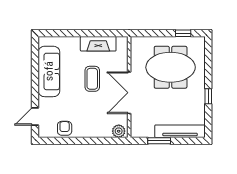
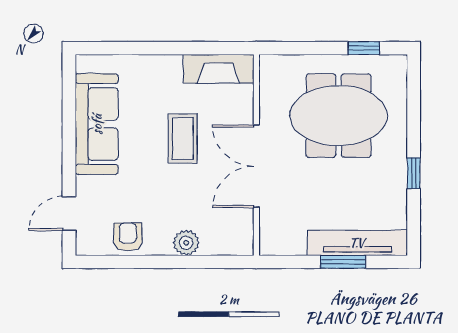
fireplace: (98, 44) -> (219, 69), moved
plant: (119, 131) -> (186, 243), moved
window: (159, 141) -> (343, 262), moved

